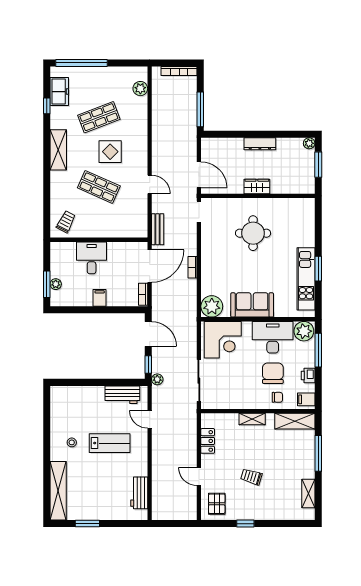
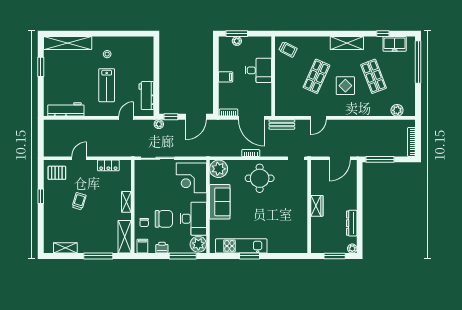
dresser: (260, 144) -> (352, 223), moved
door: (199, 175) -> (340, 158), moved
round table: (253, 233) -> (260, 178), moved
workbench: (139, 493) -> (66, 109), width x1.38

